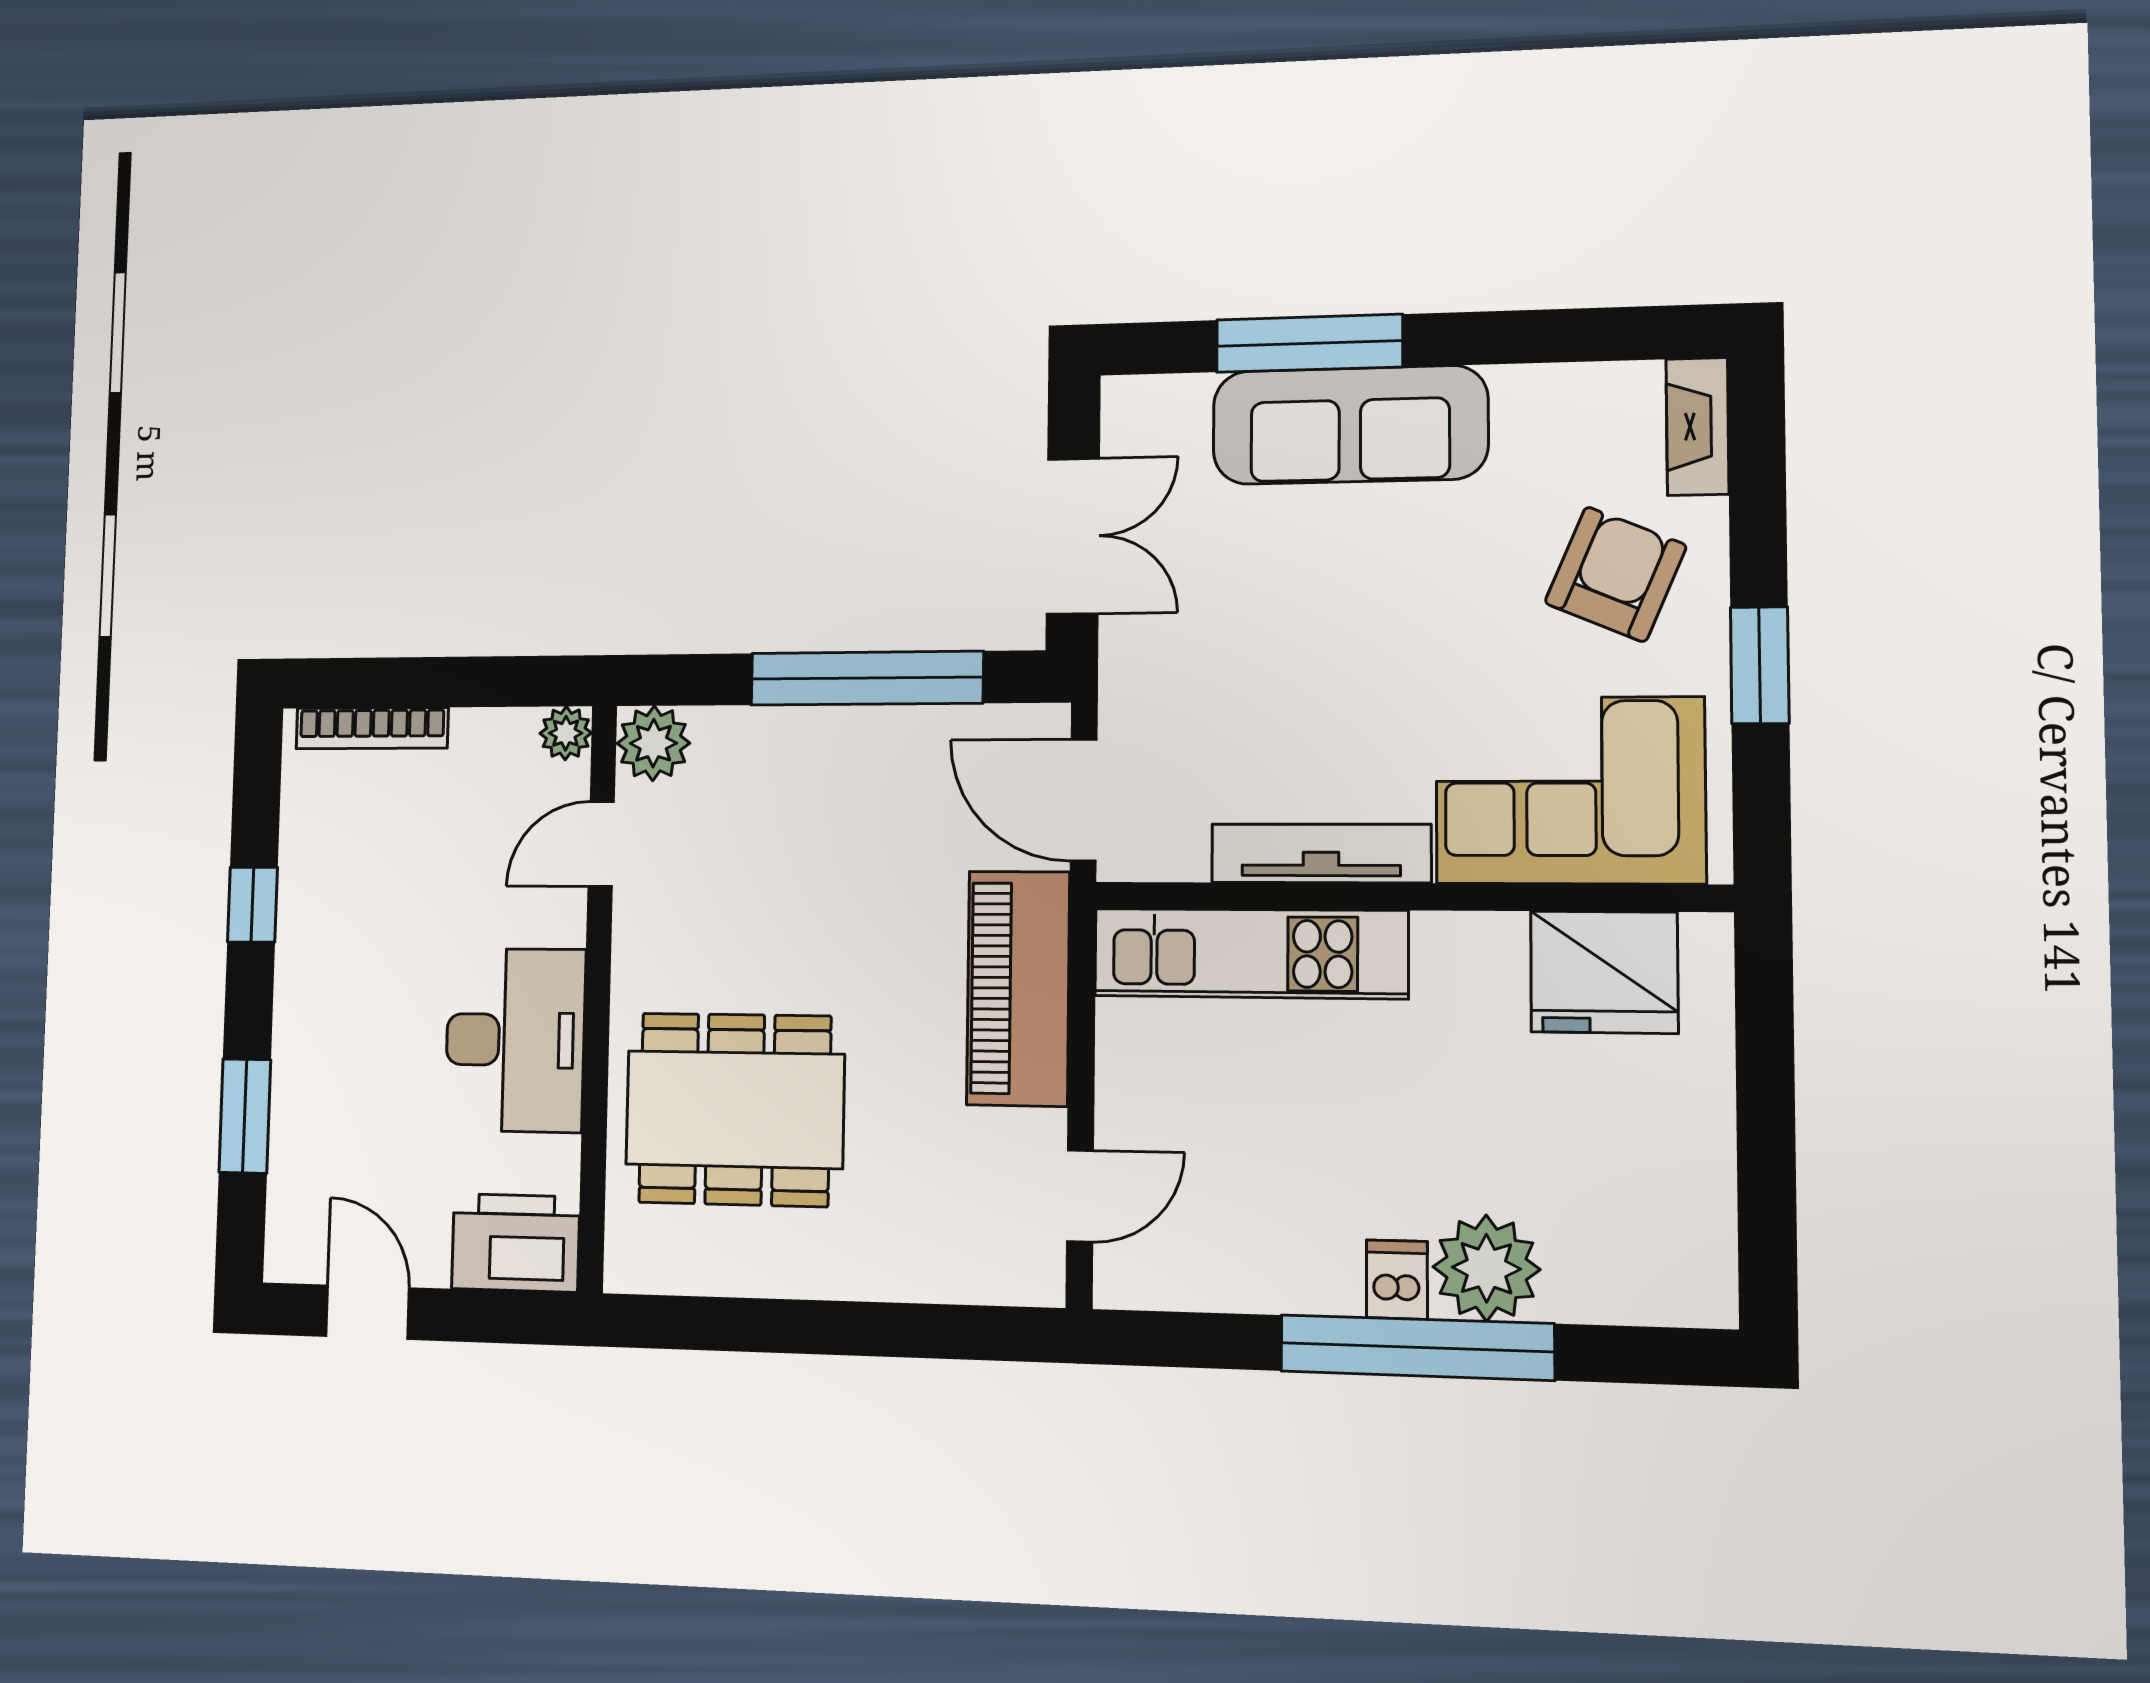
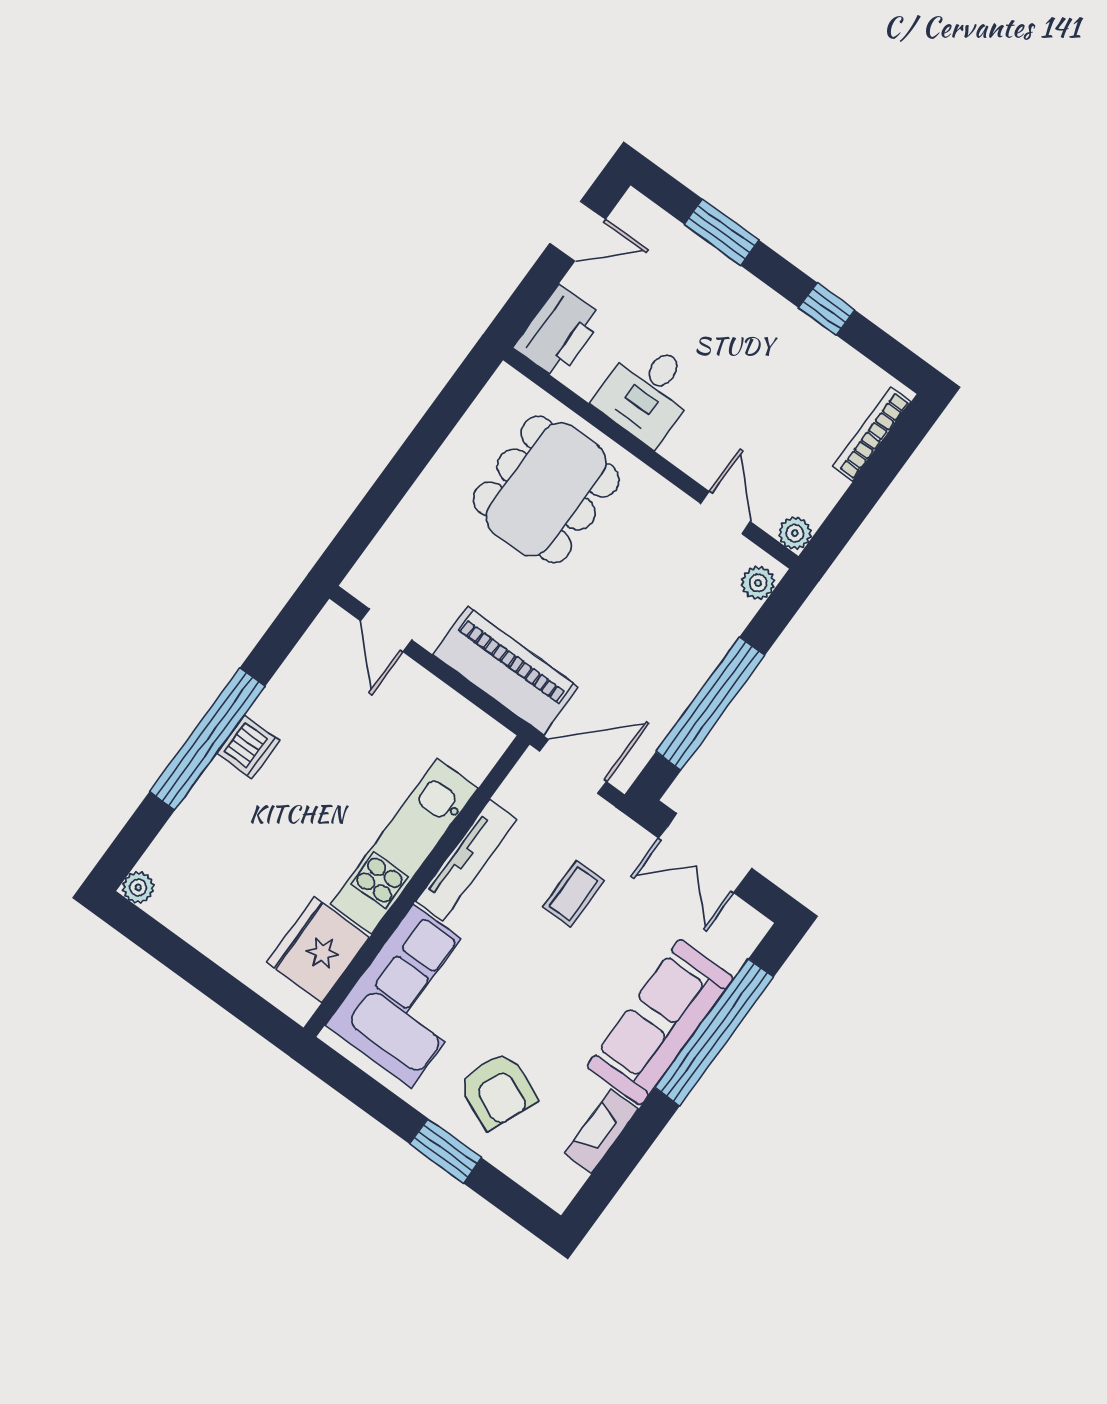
window: (1309, 343) -> (714, 1032), width x1.46
fireplace: (1697, 426) -> (601, 1131), moved, turned -90
window: (1760, 665) -> (446, 1151), moved
coffee table: (1258, 672) -> (574, 894), added
plant: (653, 743) -> (758, 583), width x0.73, depth x0.73
kitchen unit: (1250, 953) -> (404, 846), moved
desk: (515, 1040) -> (647, 392), width x0.73
plant: (1486, 1268) -> (138, 887), moved, width x0.53, depth x0.53
dishwasher: (1397, 1280) -> (248, 747), width x1.38

